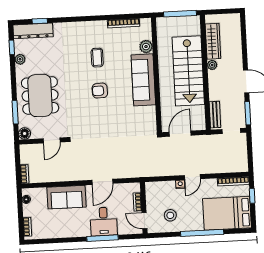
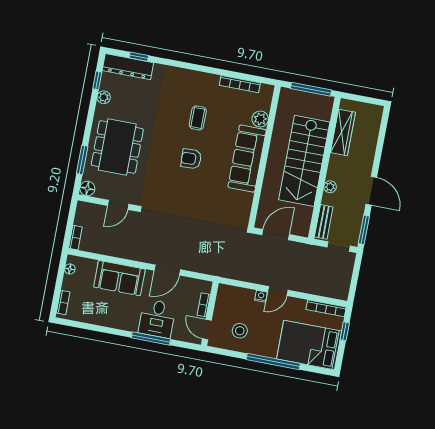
plant: (212, 65) -> (330, 187), moved

